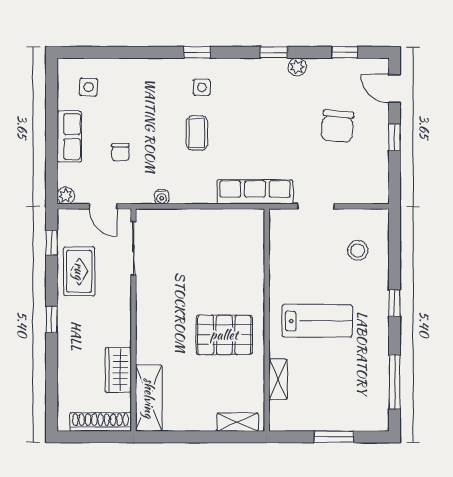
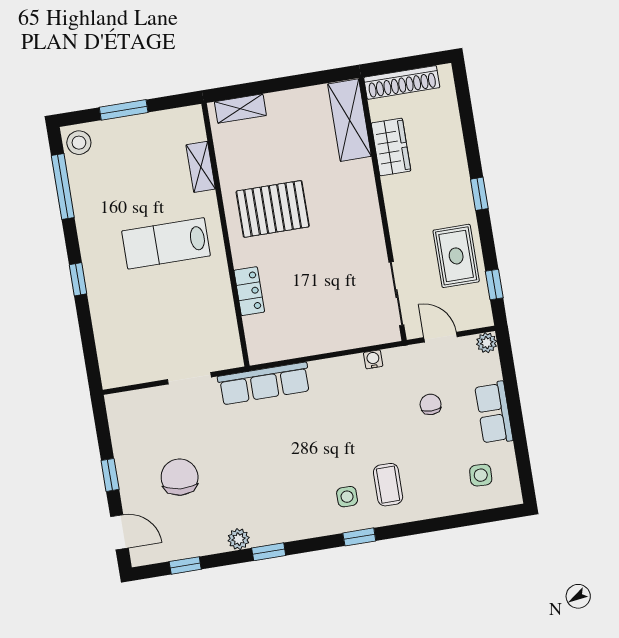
coffee table: (197, 133) -> (388, 485), moved
stool: (358, 250) -> (79, 143), moved
locker: (255, 270) -> (249, 291), added

